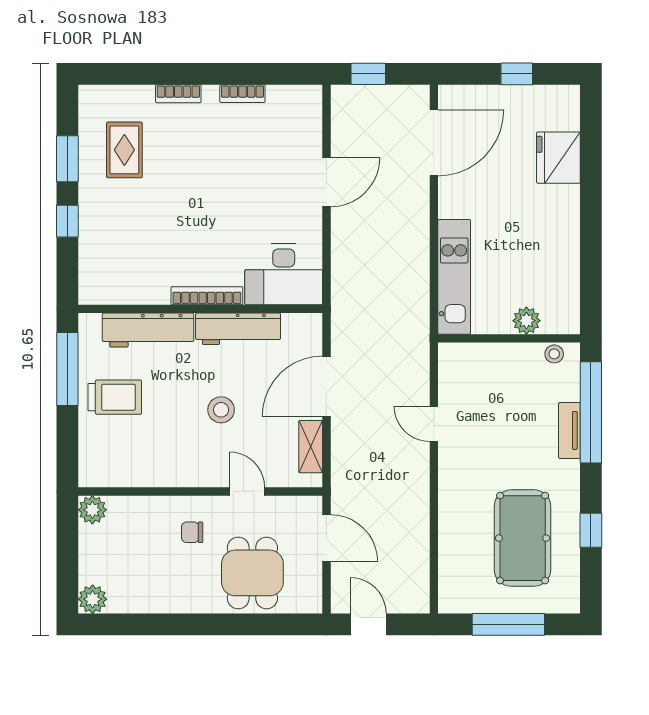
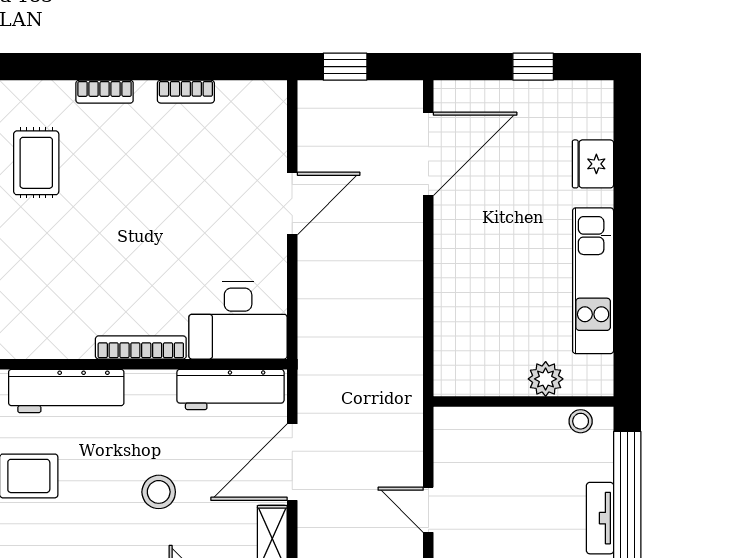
fridge: (558, 158) -> (593, 164), width x0.73, depth x0.75
kitchen unit: (454, 277) -> (593, 281), moved, turned 180
workbench: (238, 329) -> (230, 389), moved

